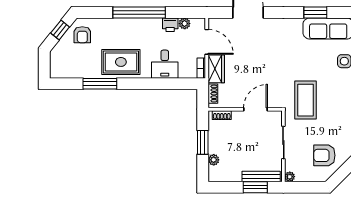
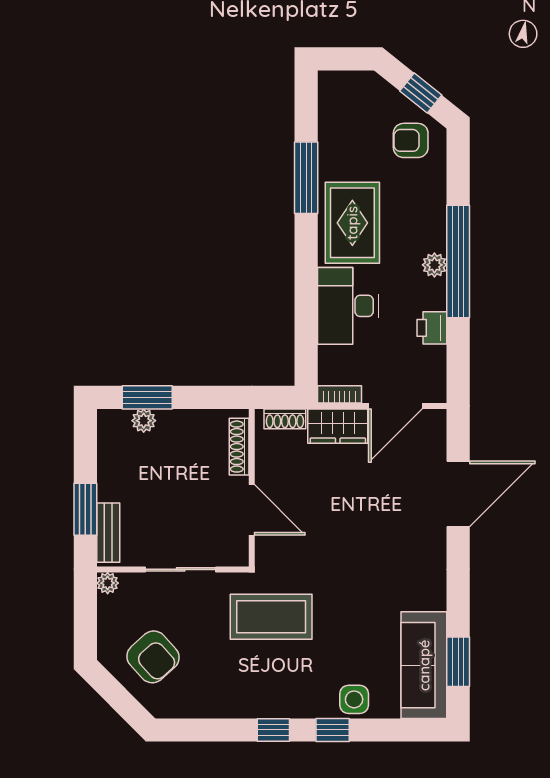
window: (315, 12) -> (458, 662), moved
plant: (185, 24) -> (434, 265), moved
desk: (165, 64) -> (348, 306), width x1.37
shoe rack: (222, 115) -> (239, 447), width x1.43
window: (203, 142) -> (147, 397), moved
armchair: (324, 155) -> (153, 657), turned 138
bench: (261, 176) -> (108, 533), width x0.73

